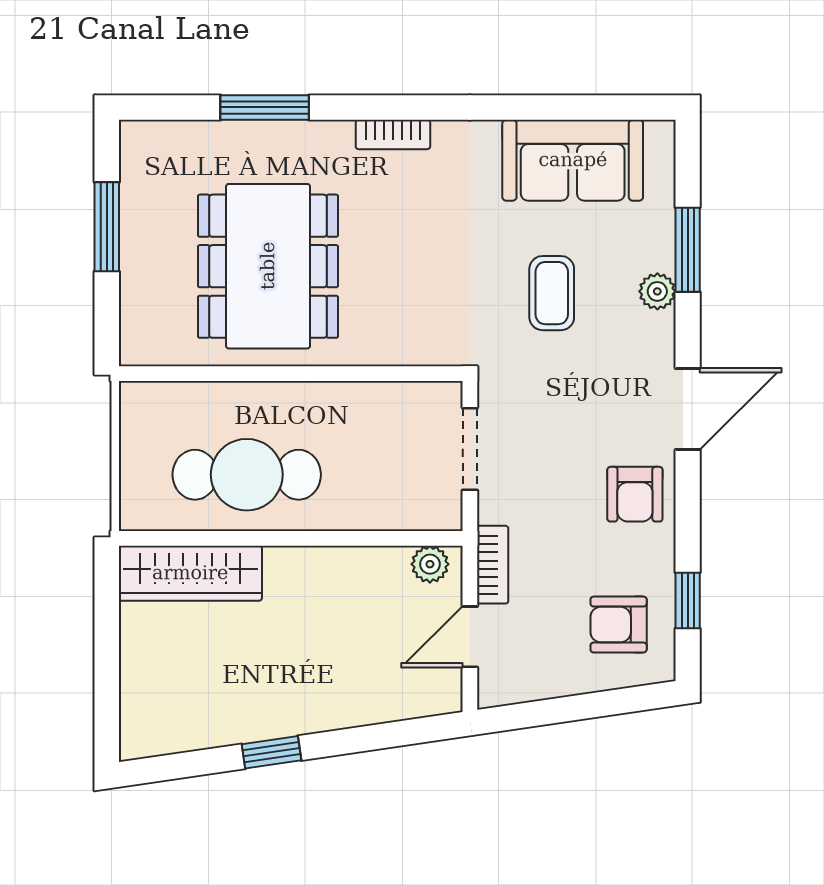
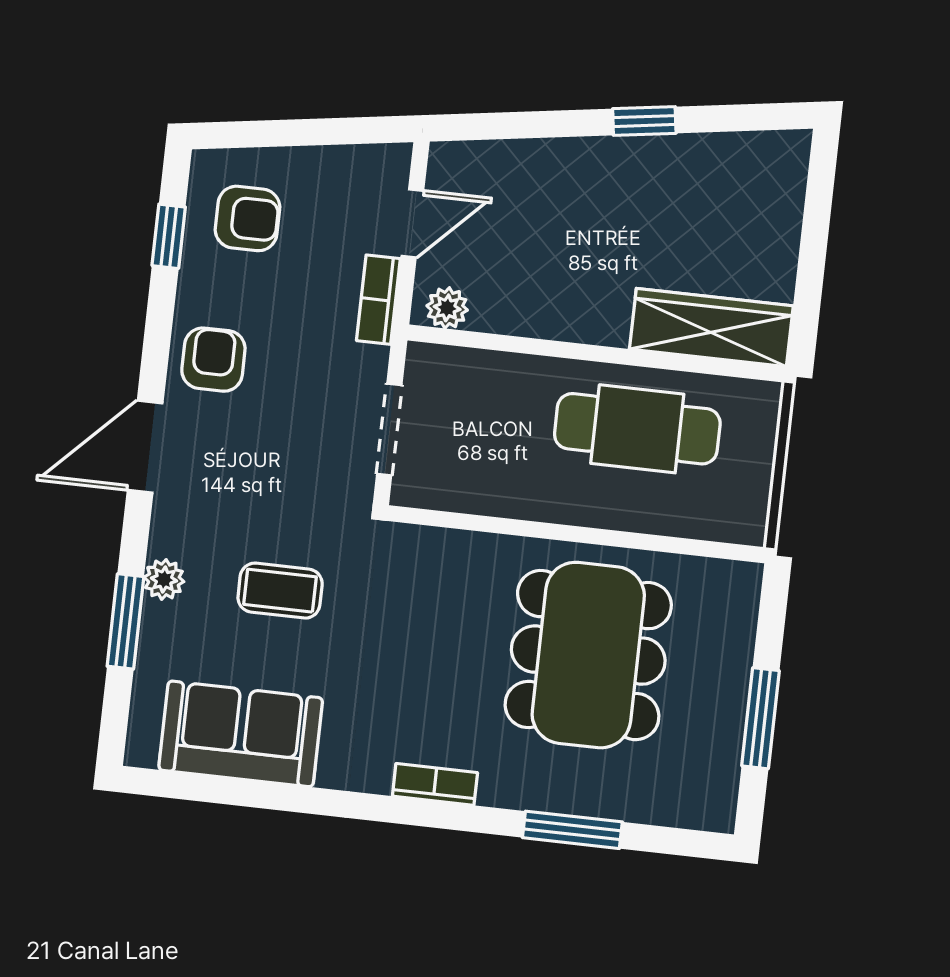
coffee table: (552, 293) -> (280, 591), turned 90

